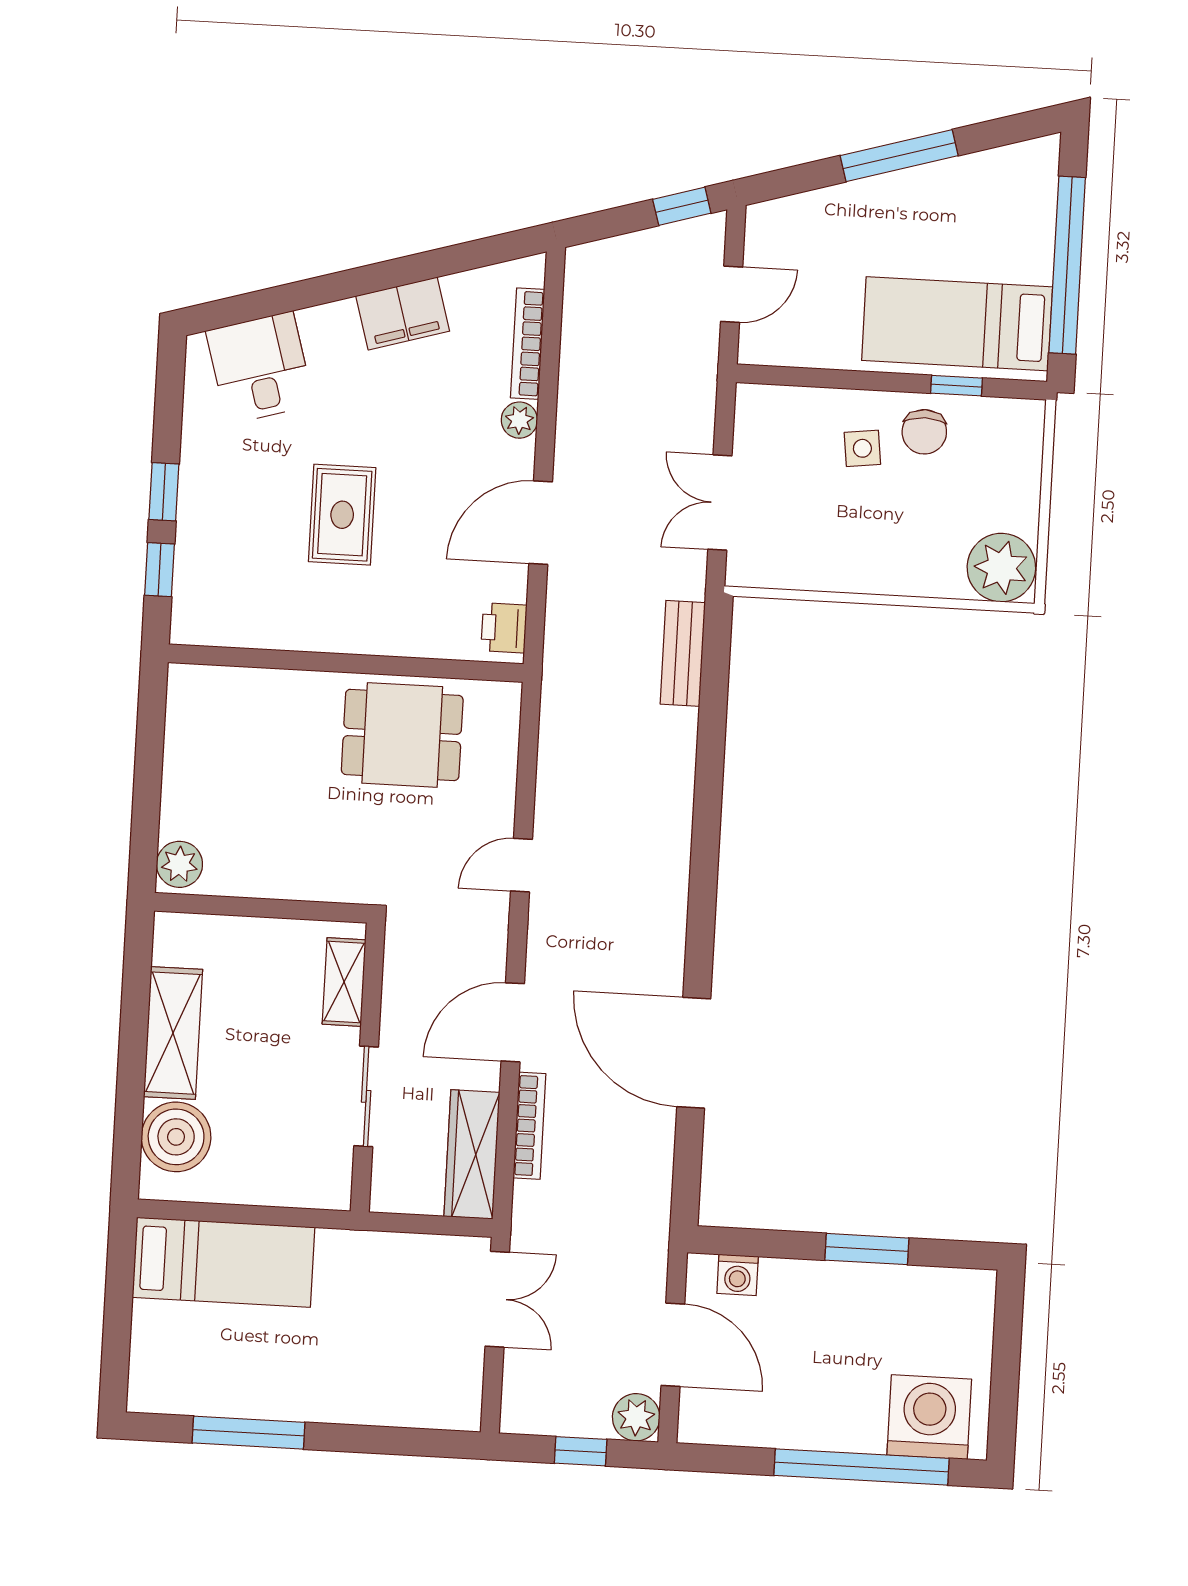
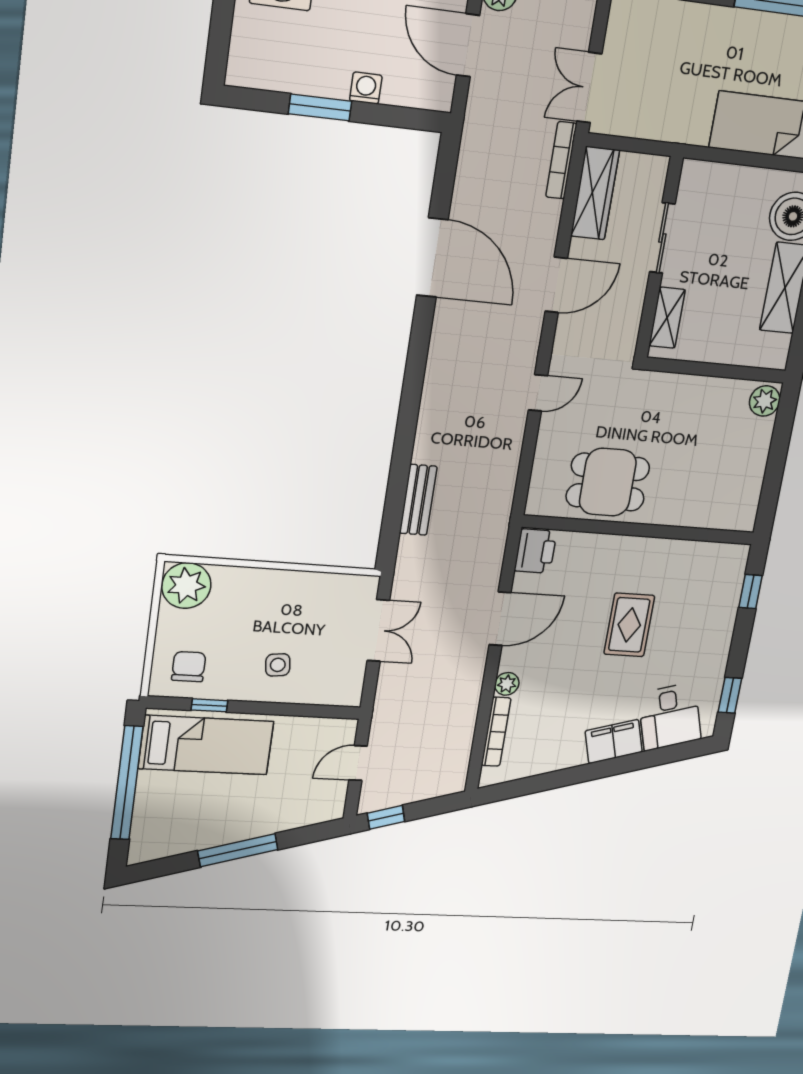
filing cabinet: (403, 314) -> (614, 741), moved
chair: (924, 432) -> (189, 667), moved
window: (164, 492) -> (730, 695), moved
printer: (504, 628) -> (535, 551), width x1.36, depth x1.24
bench: (683, 653) -> (418, 500), moved
bookcase: (529, 1126) -> (561, 160), moved
washing machine: (738, 1275) -> (366, 88), moved

